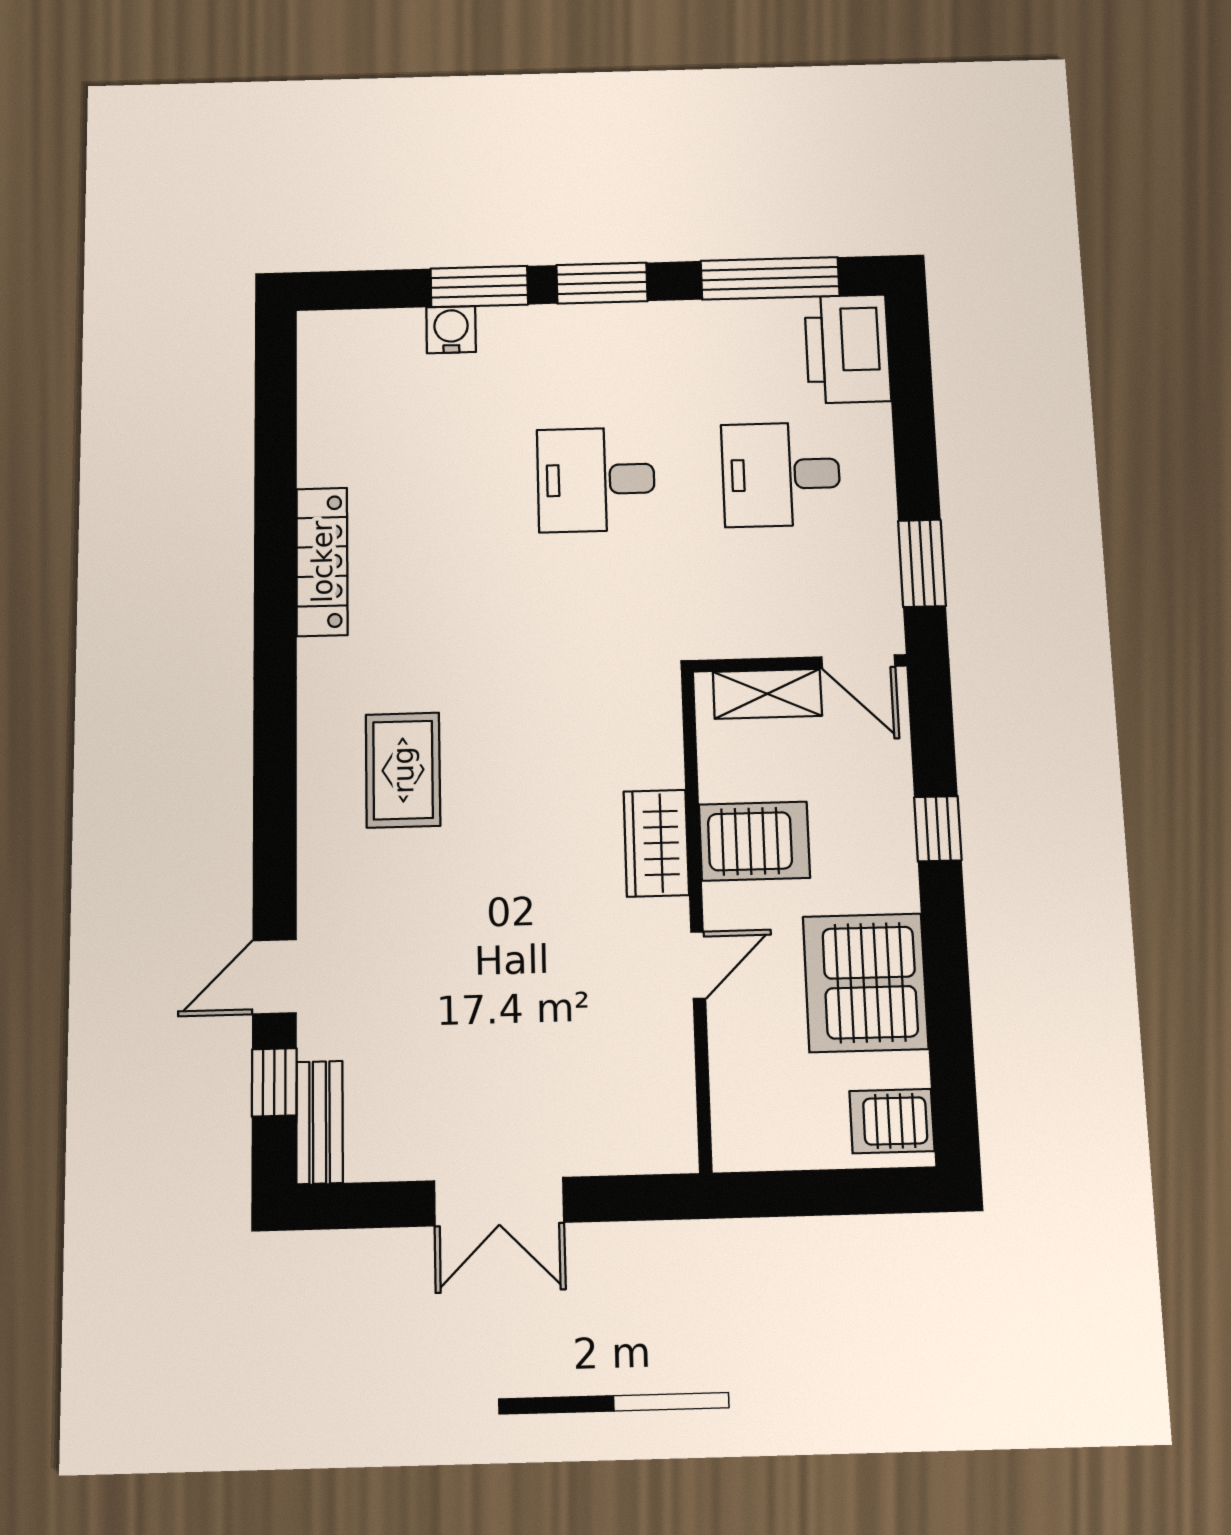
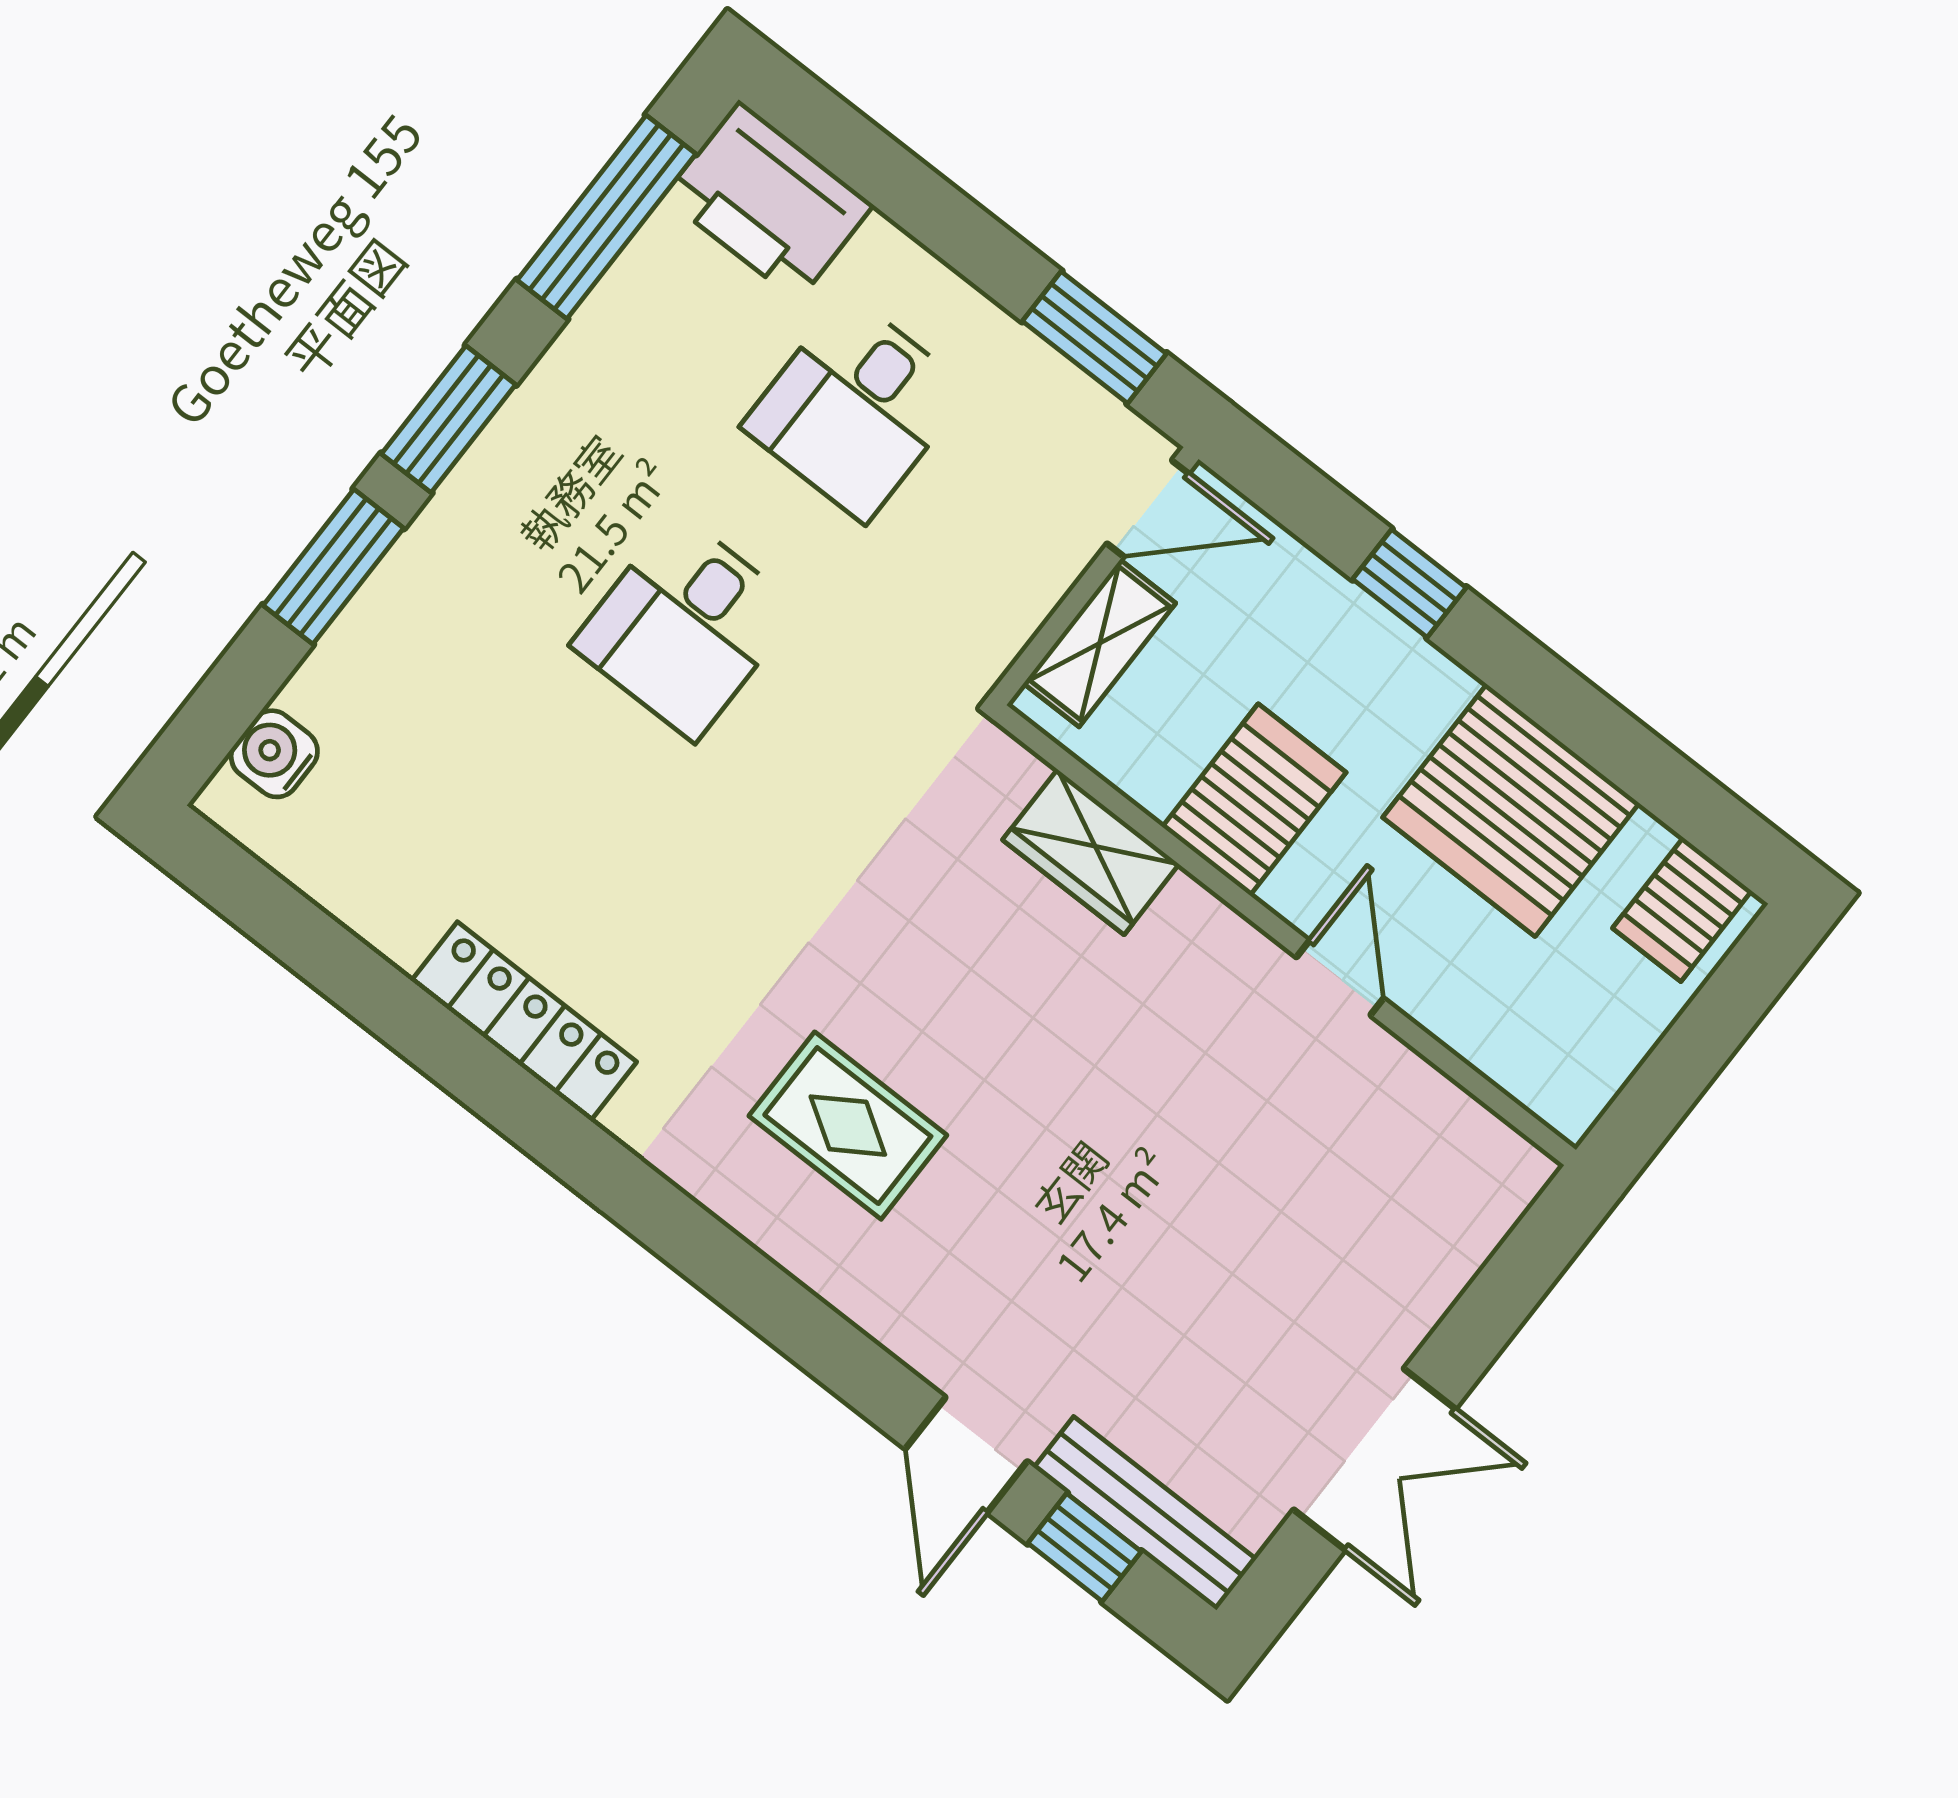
water cooler: (451, 330) -> (274, 754), moved
wardrobe: (656, 843) -> (1091, 852), moved
bench: (320, 1122) -> (1145, 1513), width x1.36
double door: (499, 1202) -> (1374, 1459), moved

